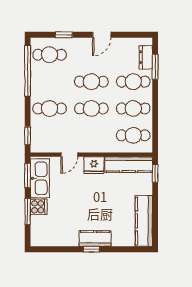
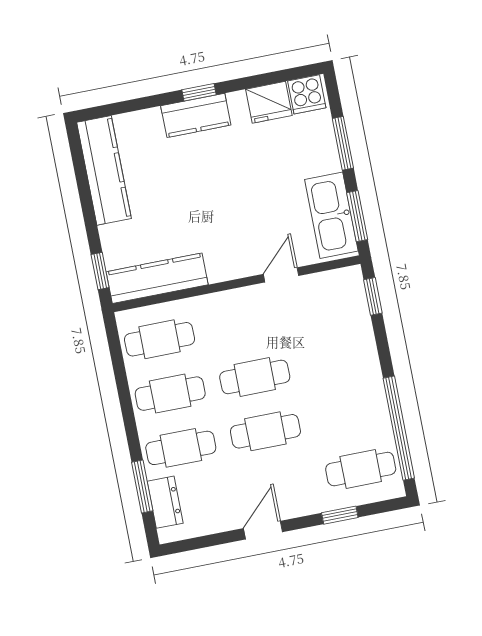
cafe table: (50, 108) -> (339, 360), removed
fridge: (94, 165) -> (269, 102), moved, turned 180
cooker: (39, 207) -> (307, 94), moved, turned -90

